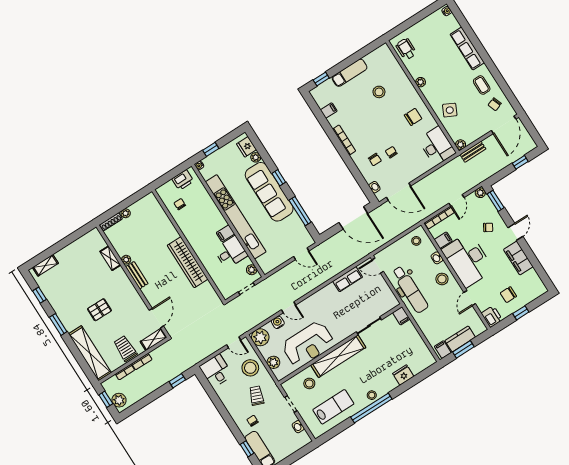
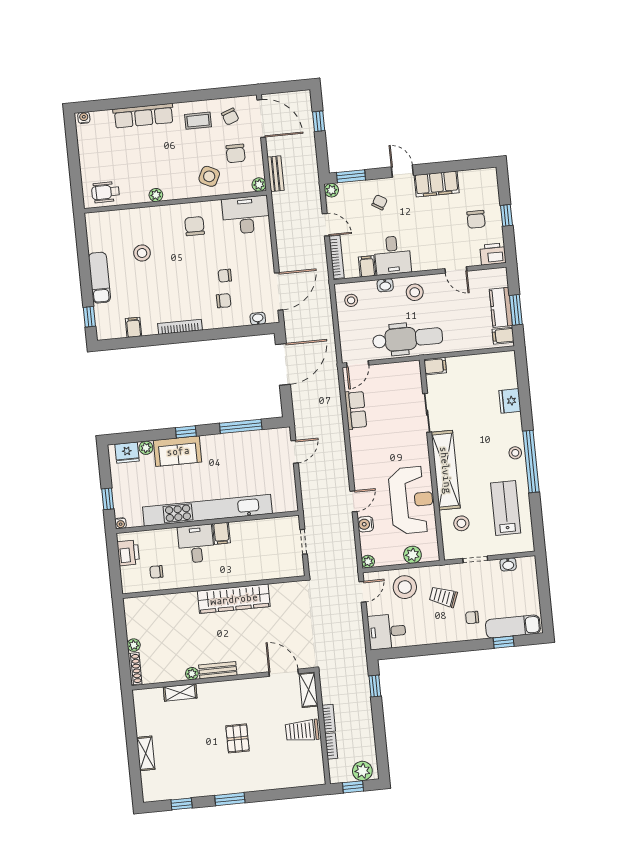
chair: (473, 120) -> (236, 153), added
sofa: (269, 192) -> (178, 451), width x0.54, depth x0.79
desk: (231, 252) -> (196, 544), moved
desk: (468, 260) -> (393, 255), width x0.53, depth x0.77
shelving: (45, 265) -> (146, 753), moved
plant: (252, 270) -> (283, 524), removed
plant: (260, 337) -> (368, 562), width x0.53, depth x0.53
shelving: (90, 353) -> (286, 778), removed

